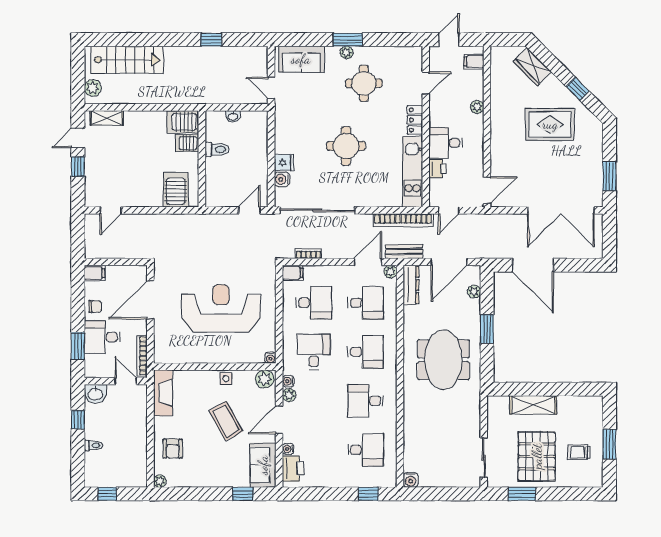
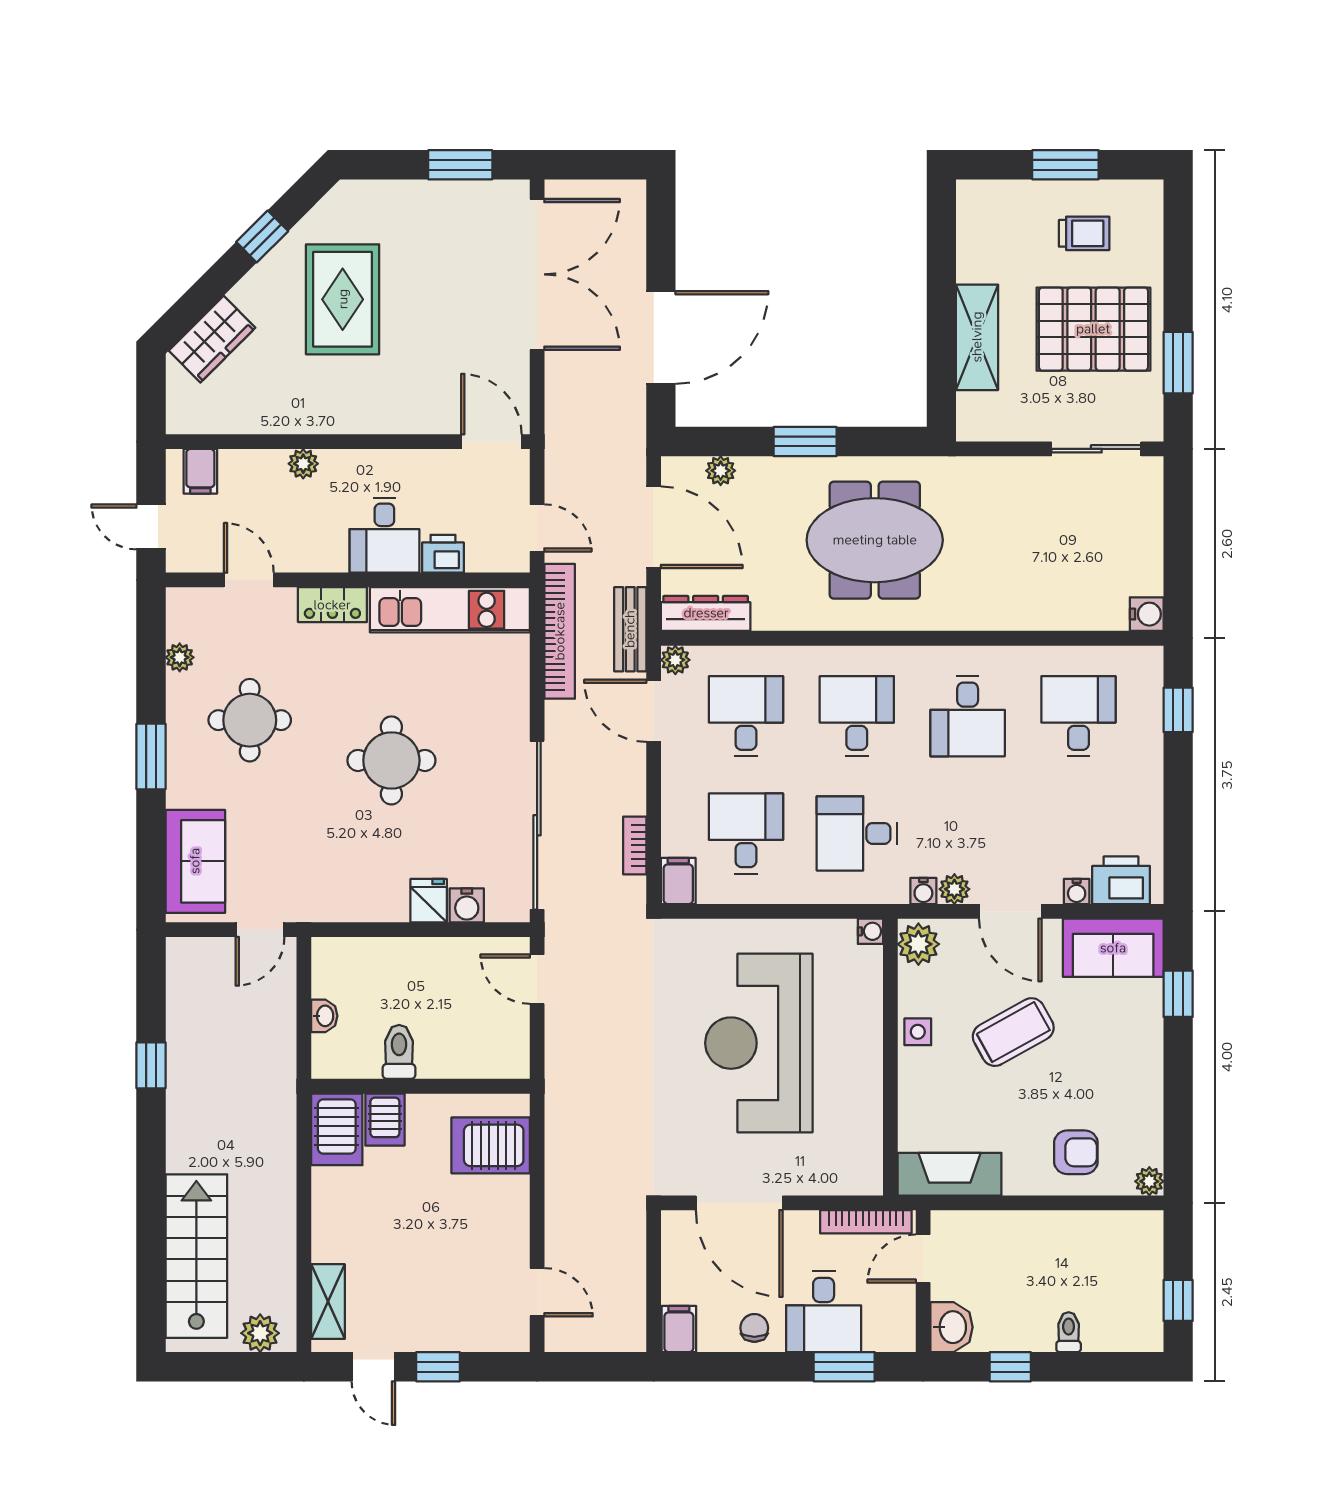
plant: (347, 52) -> (180, 657), moved
trolley: (579, 452) -> (1084, 233), turned -90

